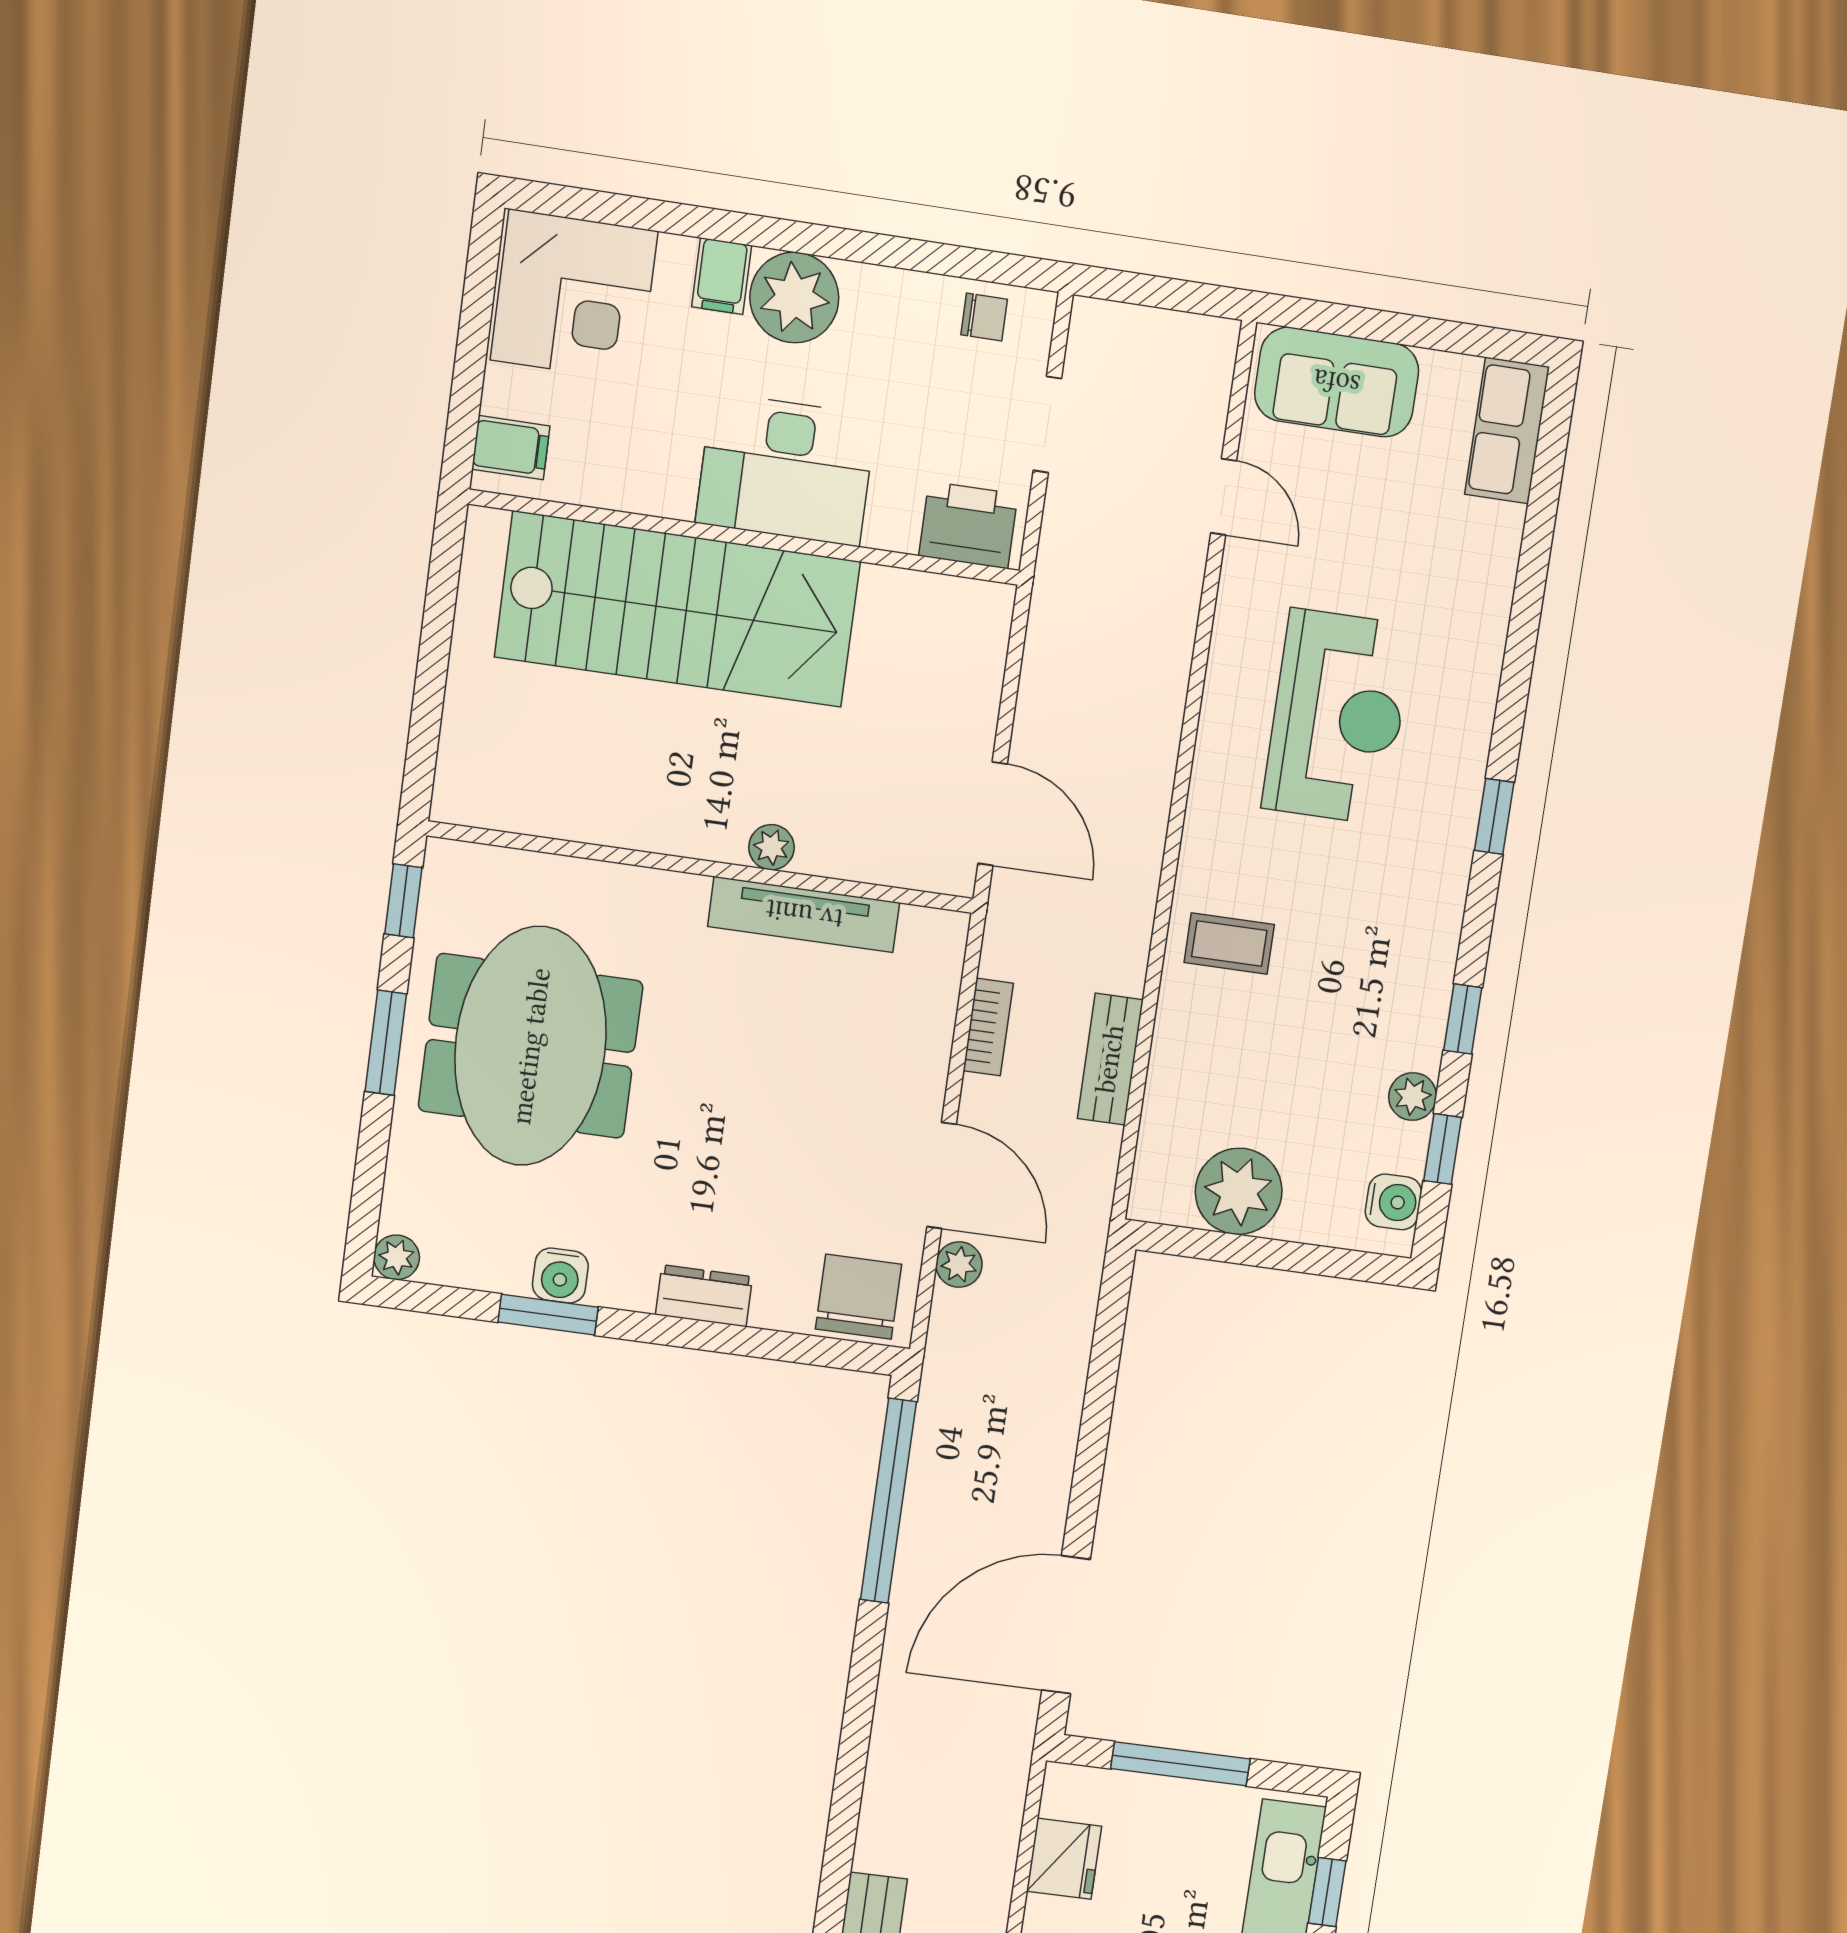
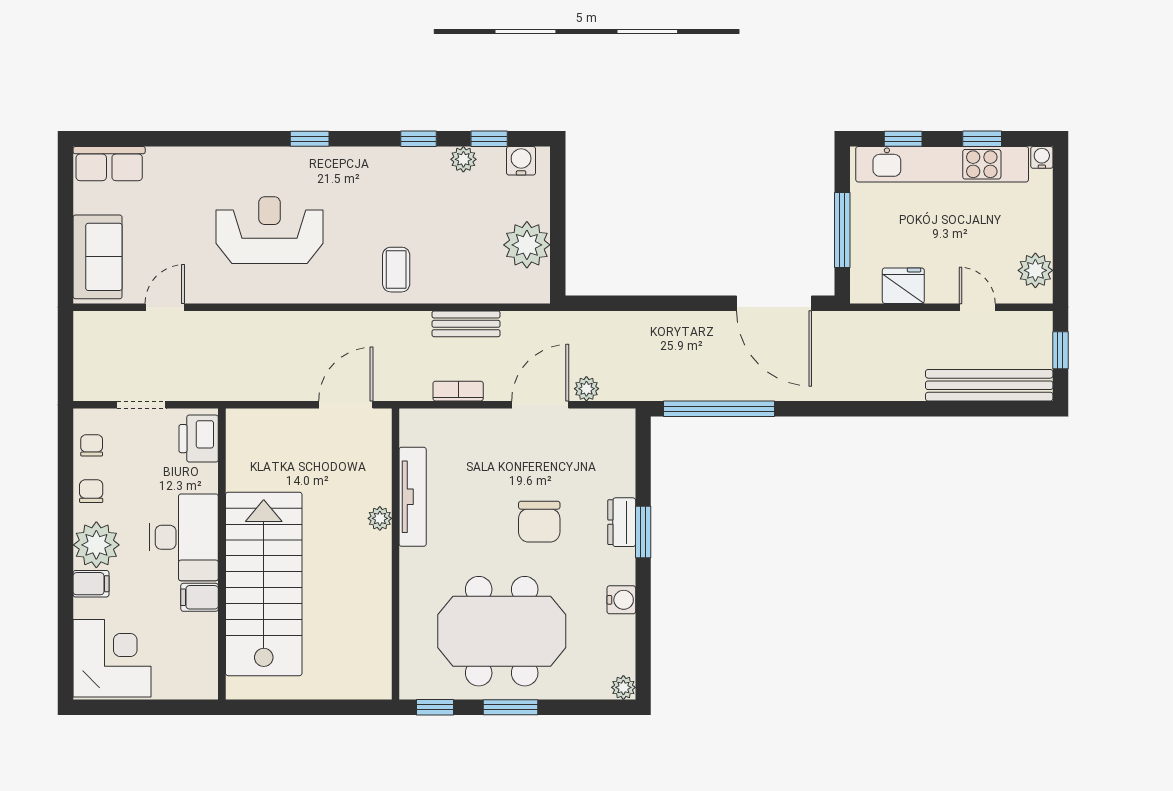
chair: (897, 303) -> (91, 491), added
filing cabinet: (511, 448) -> (199, 597), moved, turned -90
chair: (858, 1297) -> (539, 522), moved, turned -90
window: (548, 1315) -> (643, 532), moved

